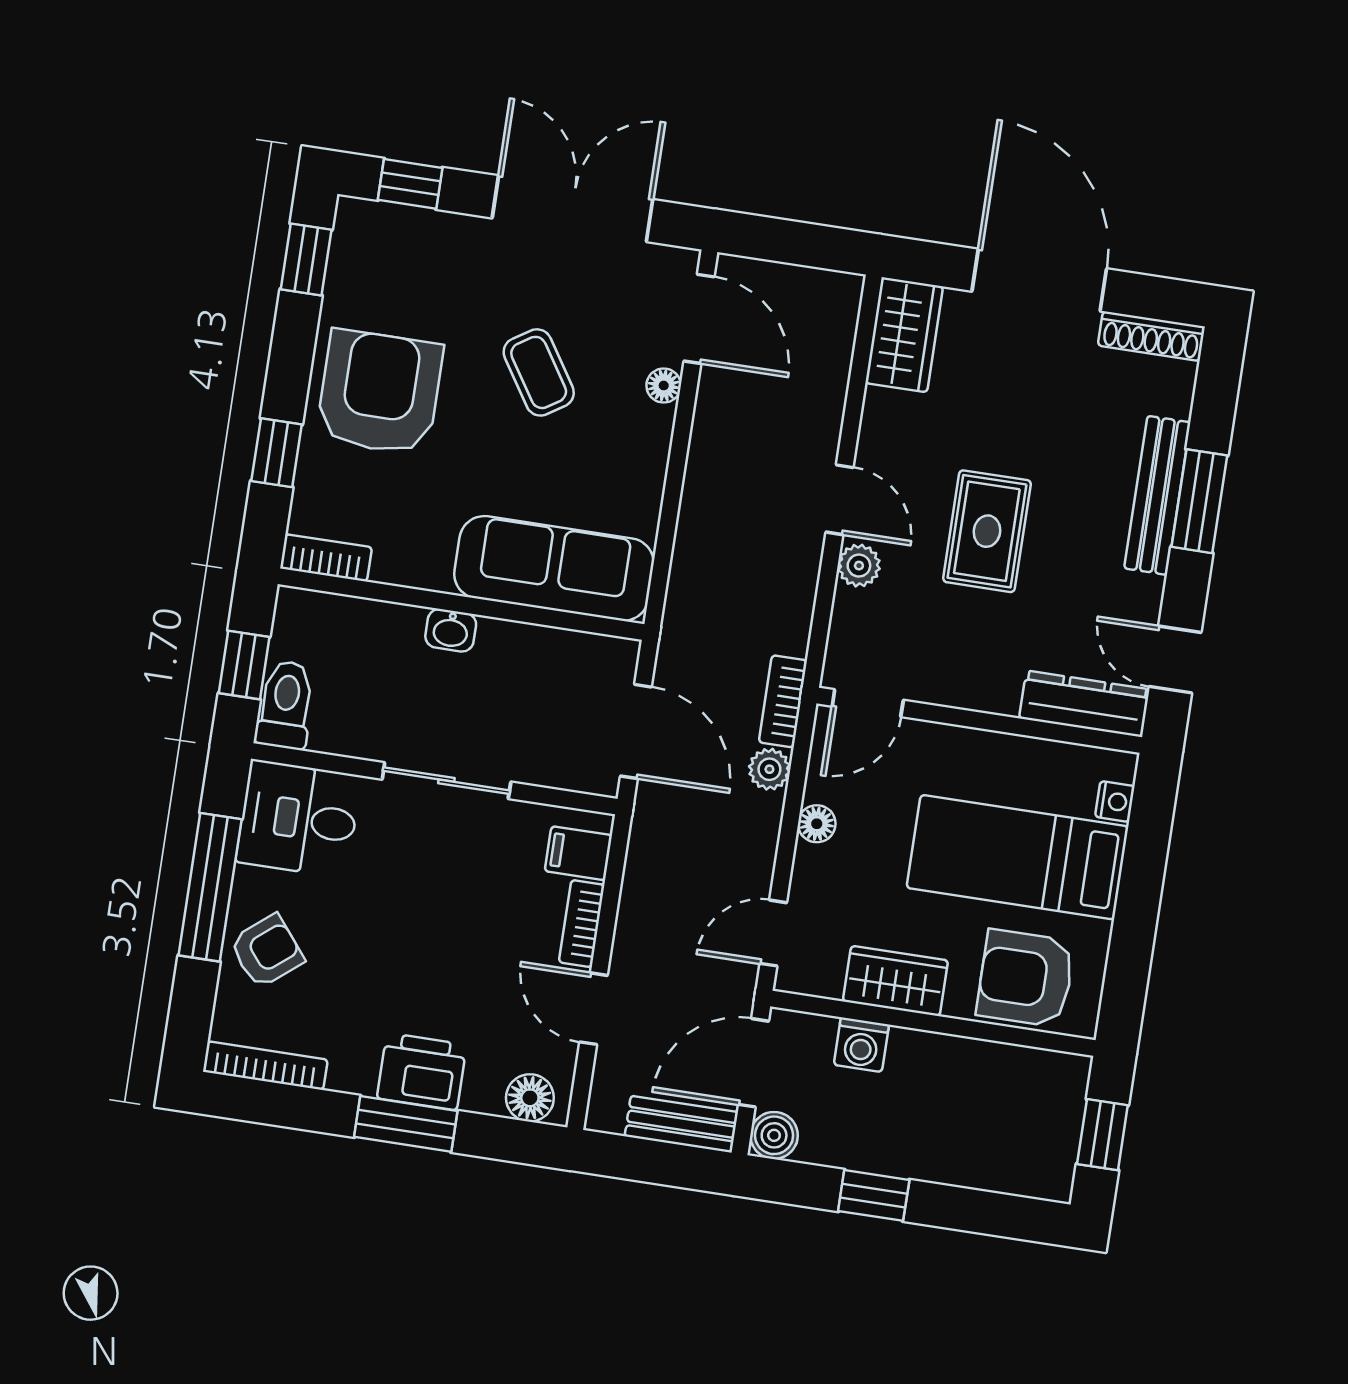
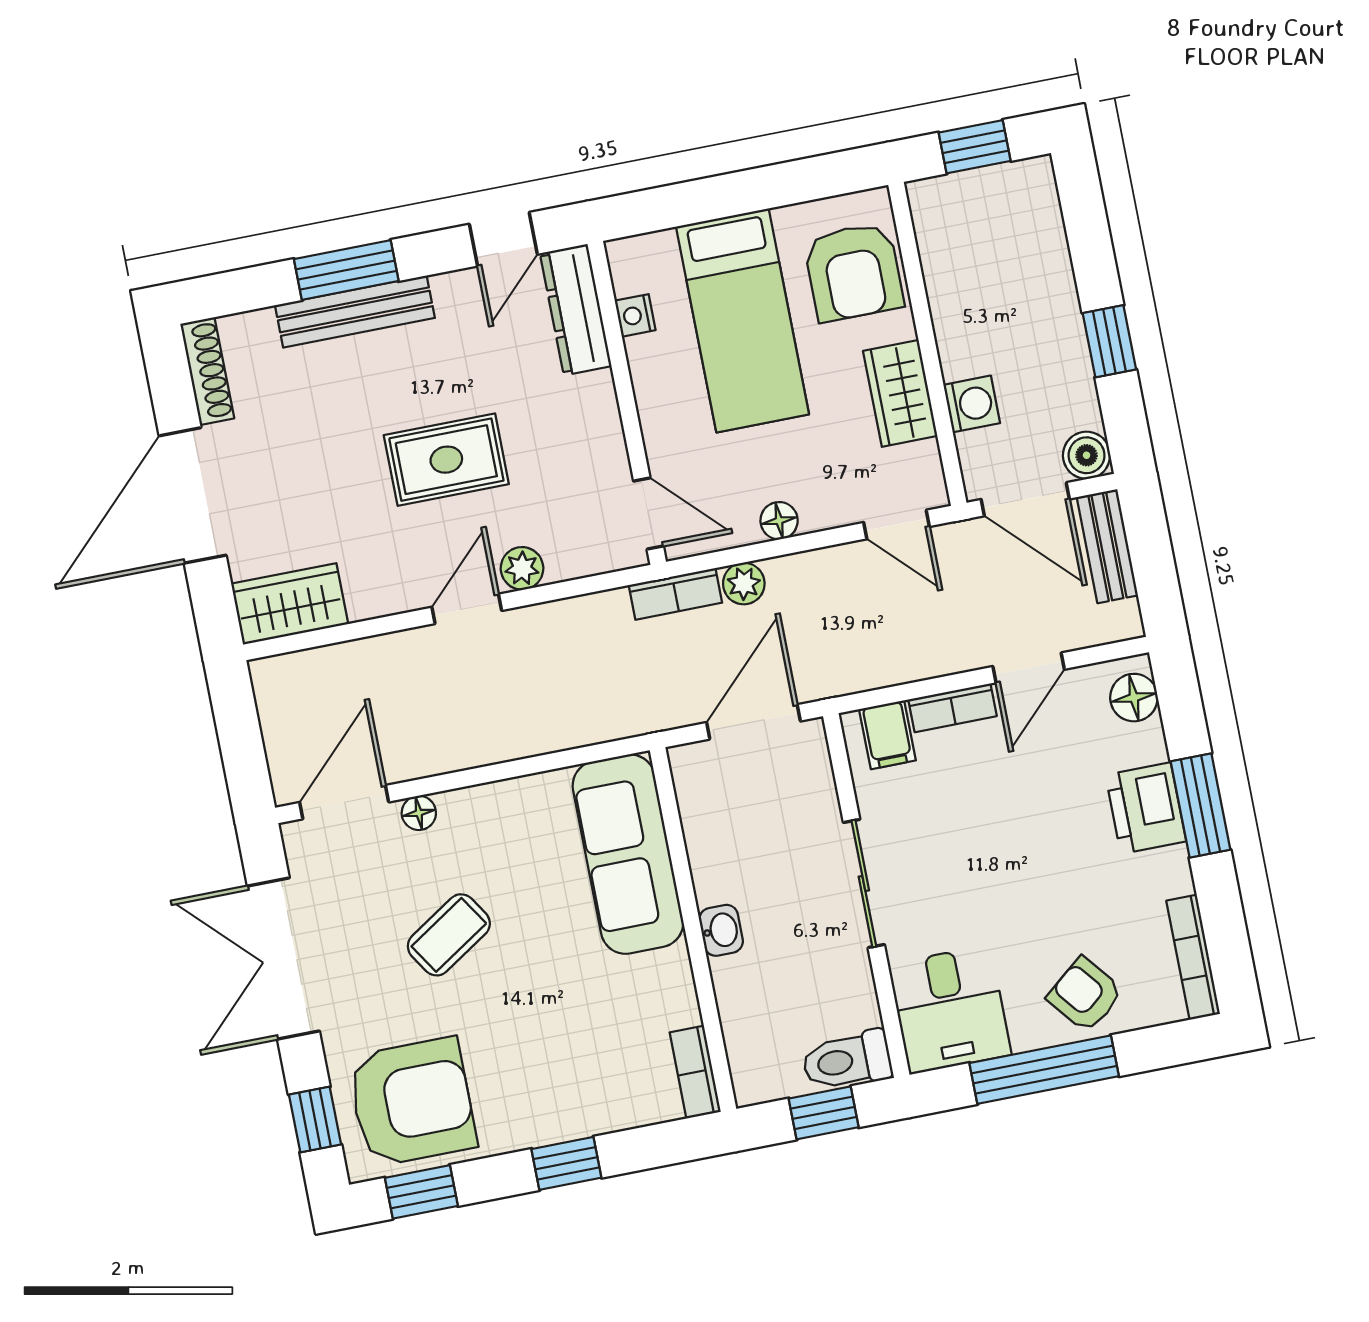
armchair: (380, 392) -> (412, 1102), moved, turned 180
window: (277, 453) -> (566, 1163), moved
nightstand: (1115, 801) -> (635, 315), moved, turned -90

